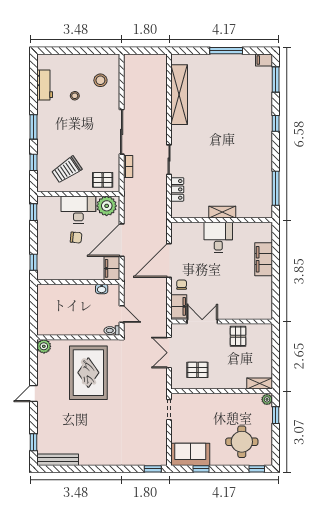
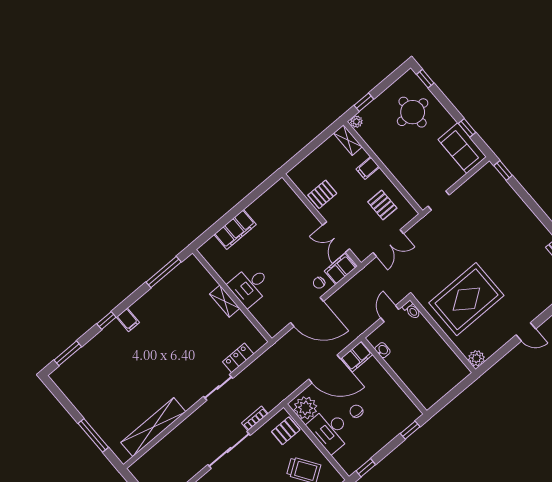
window: (226, 51) -> (93, 435), moved
filing cabinet: (264, 60) -> (128, 320), moved
pallet: (103, 180) -> (286, 431), turned 90
filing cabinet: (230, 381) -> (368, 168), added

